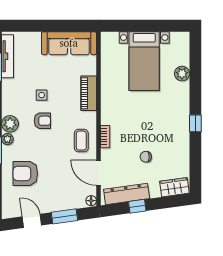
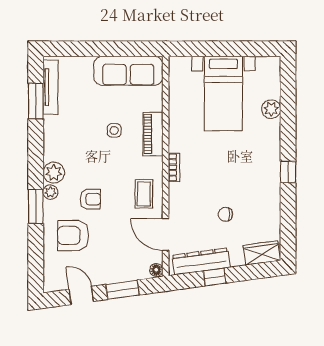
side table: (42, 95) -> (114, 130), moved
armchair: (42, 121) -> (90, 199), moved
bookcase: (105, 137) -> (174, 167), moved

